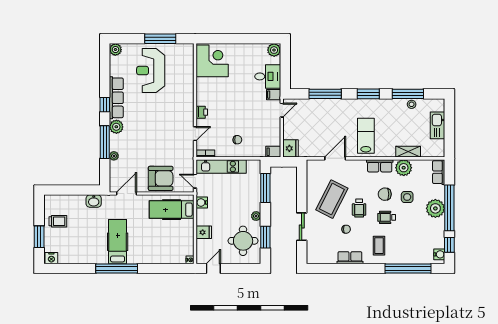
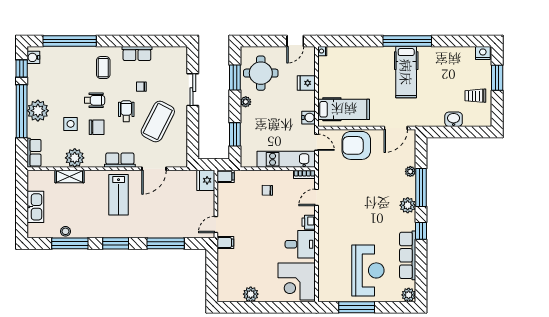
plant: (274, 50) -> (251, 294), moved
desk: (268, 76) -> (300, 244), moved, turned 180
row of seats: (116, 98) -> (408, 255), moved
row of seats: (380, 166) -> (120, 160), moved
window: (265, 188) -> (235, 134), width x0.69
washbasin: (94, 201) -> (454, 119), moved

